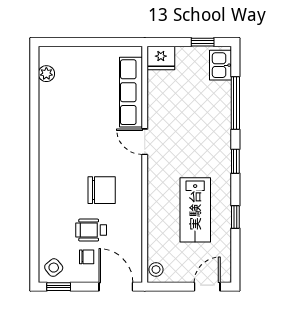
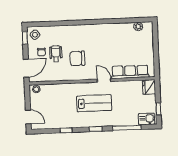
door: (145, 142) -> (104, 80), hinge flipped
chair: (102, 190) -> (77, 58), turned 90
lab bench: (195, 210) -> (94, 103), moved, turned 180

